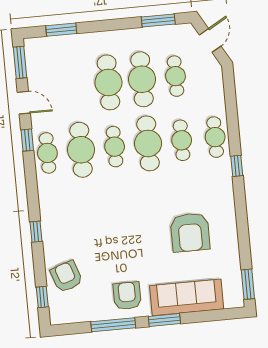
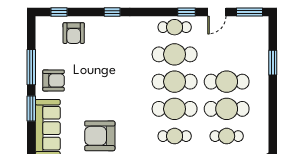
window: (158, 20) -> (273, 126), removed
window: (61, 30) -> (273, 63), moved
cafe table: (115, 147) -> (175, 82), width x1.37, depth x1.35
armchair: (66, 277) -> (74, 33), turned 109

